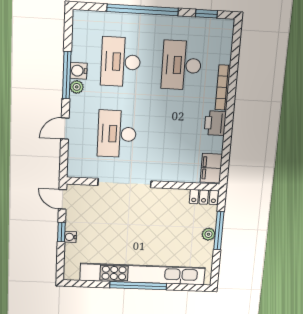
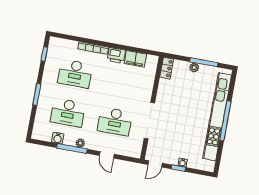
window: (143, 10) -> (37, 94), width x0.47
water cooler: (79, 71) -> (58, 138), moved
filing cabinet: (211, 168) -> (135, 59), moved
window: (219, 231) -> (204, 62), moved

